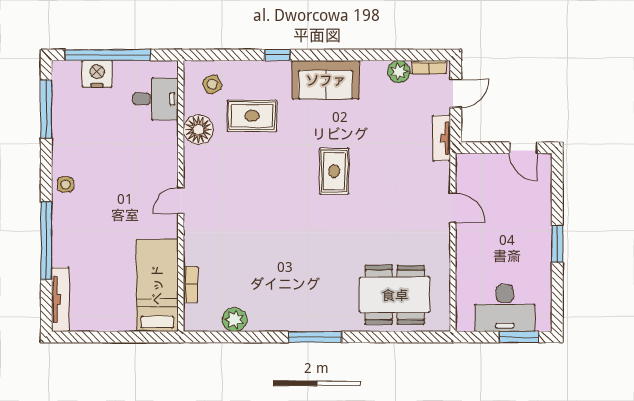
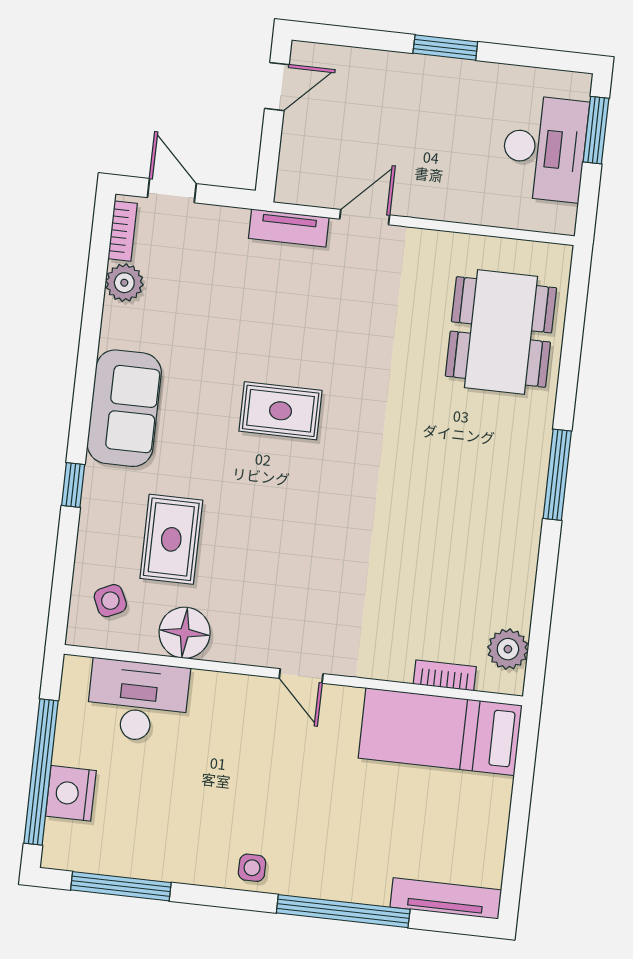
desk: (155, 99) -> (138, 701), width x1.37
tv unit: (442, 138) -> (289, 228), moved
plant: (235, 320) -> (508, 649), moved

